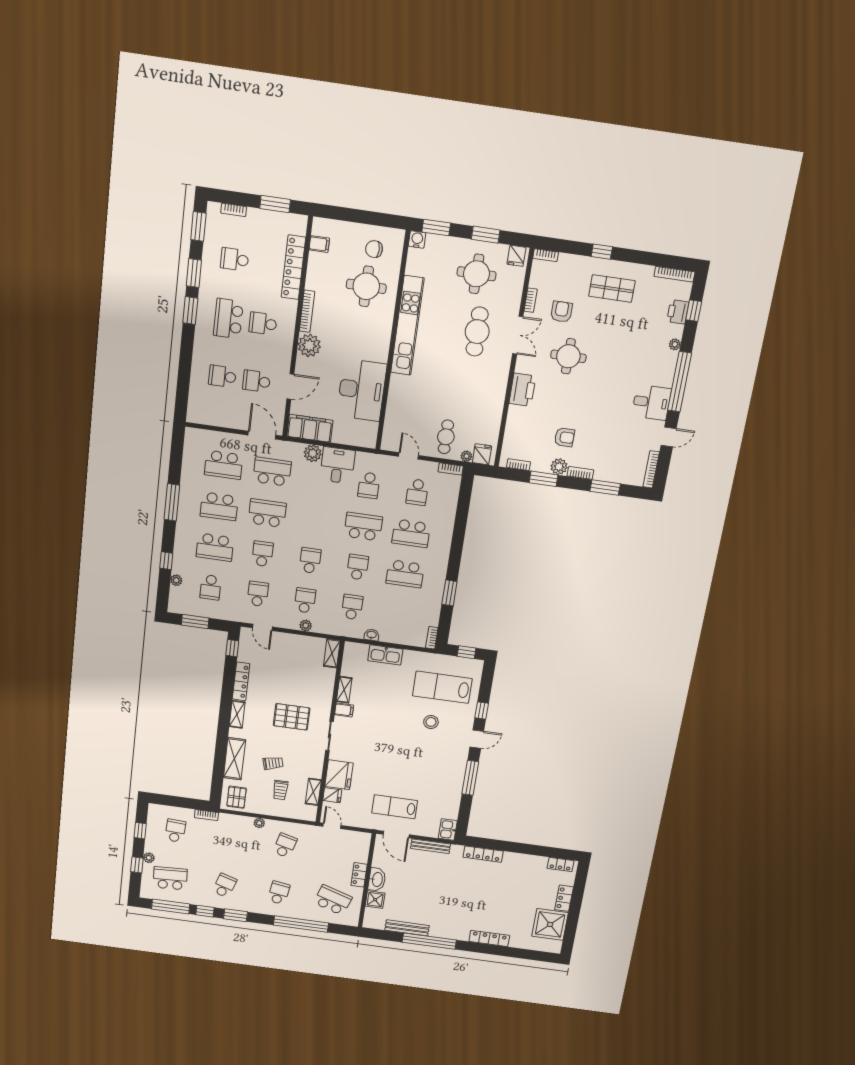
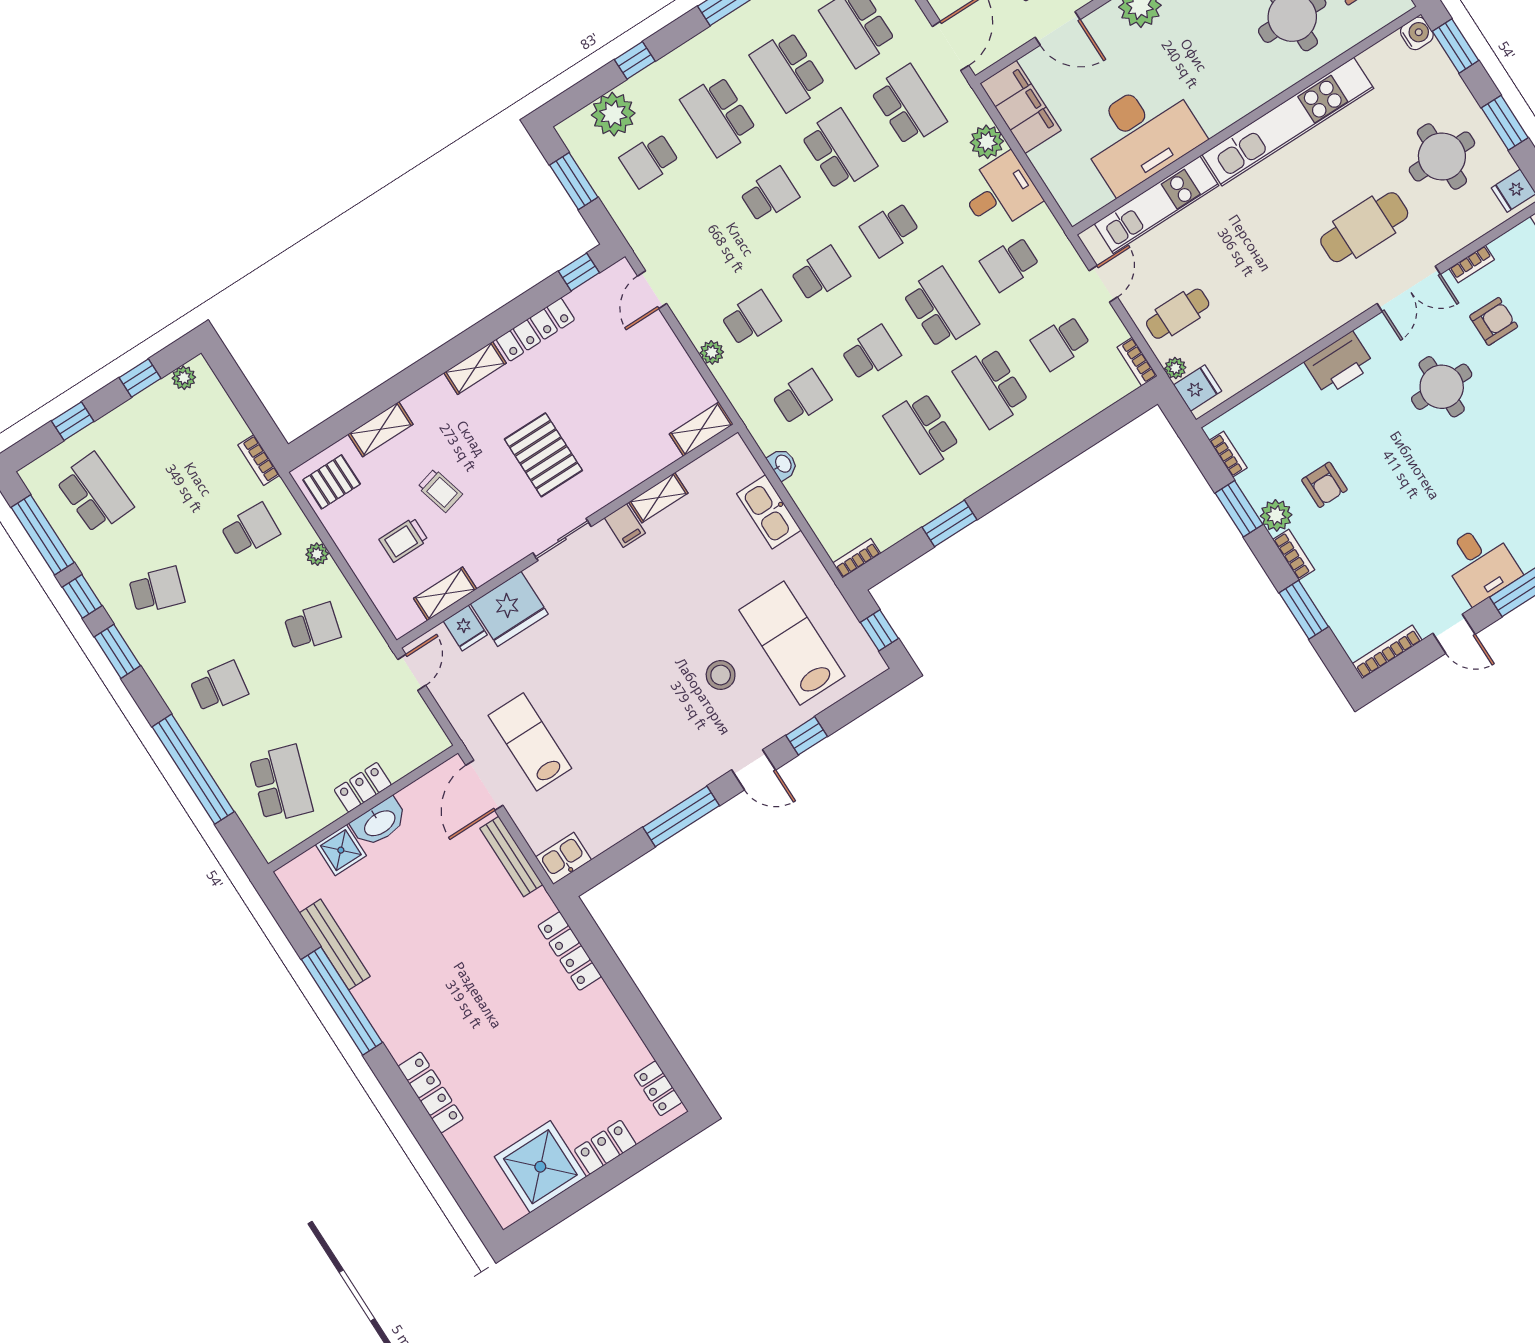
kitchen unit: (395, 408) -> (1157, 205), added
plant: (176, 580) -> (613, 114), width x1.88, depth x1.88
school desk: (258, 594) -> (890, 229), moved, turned 180
shelving: (234, 759) -> (381, 429), width x0.67, depth x0.75
school desk: (175, 831) -> (250, 530), moved
plant: (149, 858) -> (184, 378), moved

